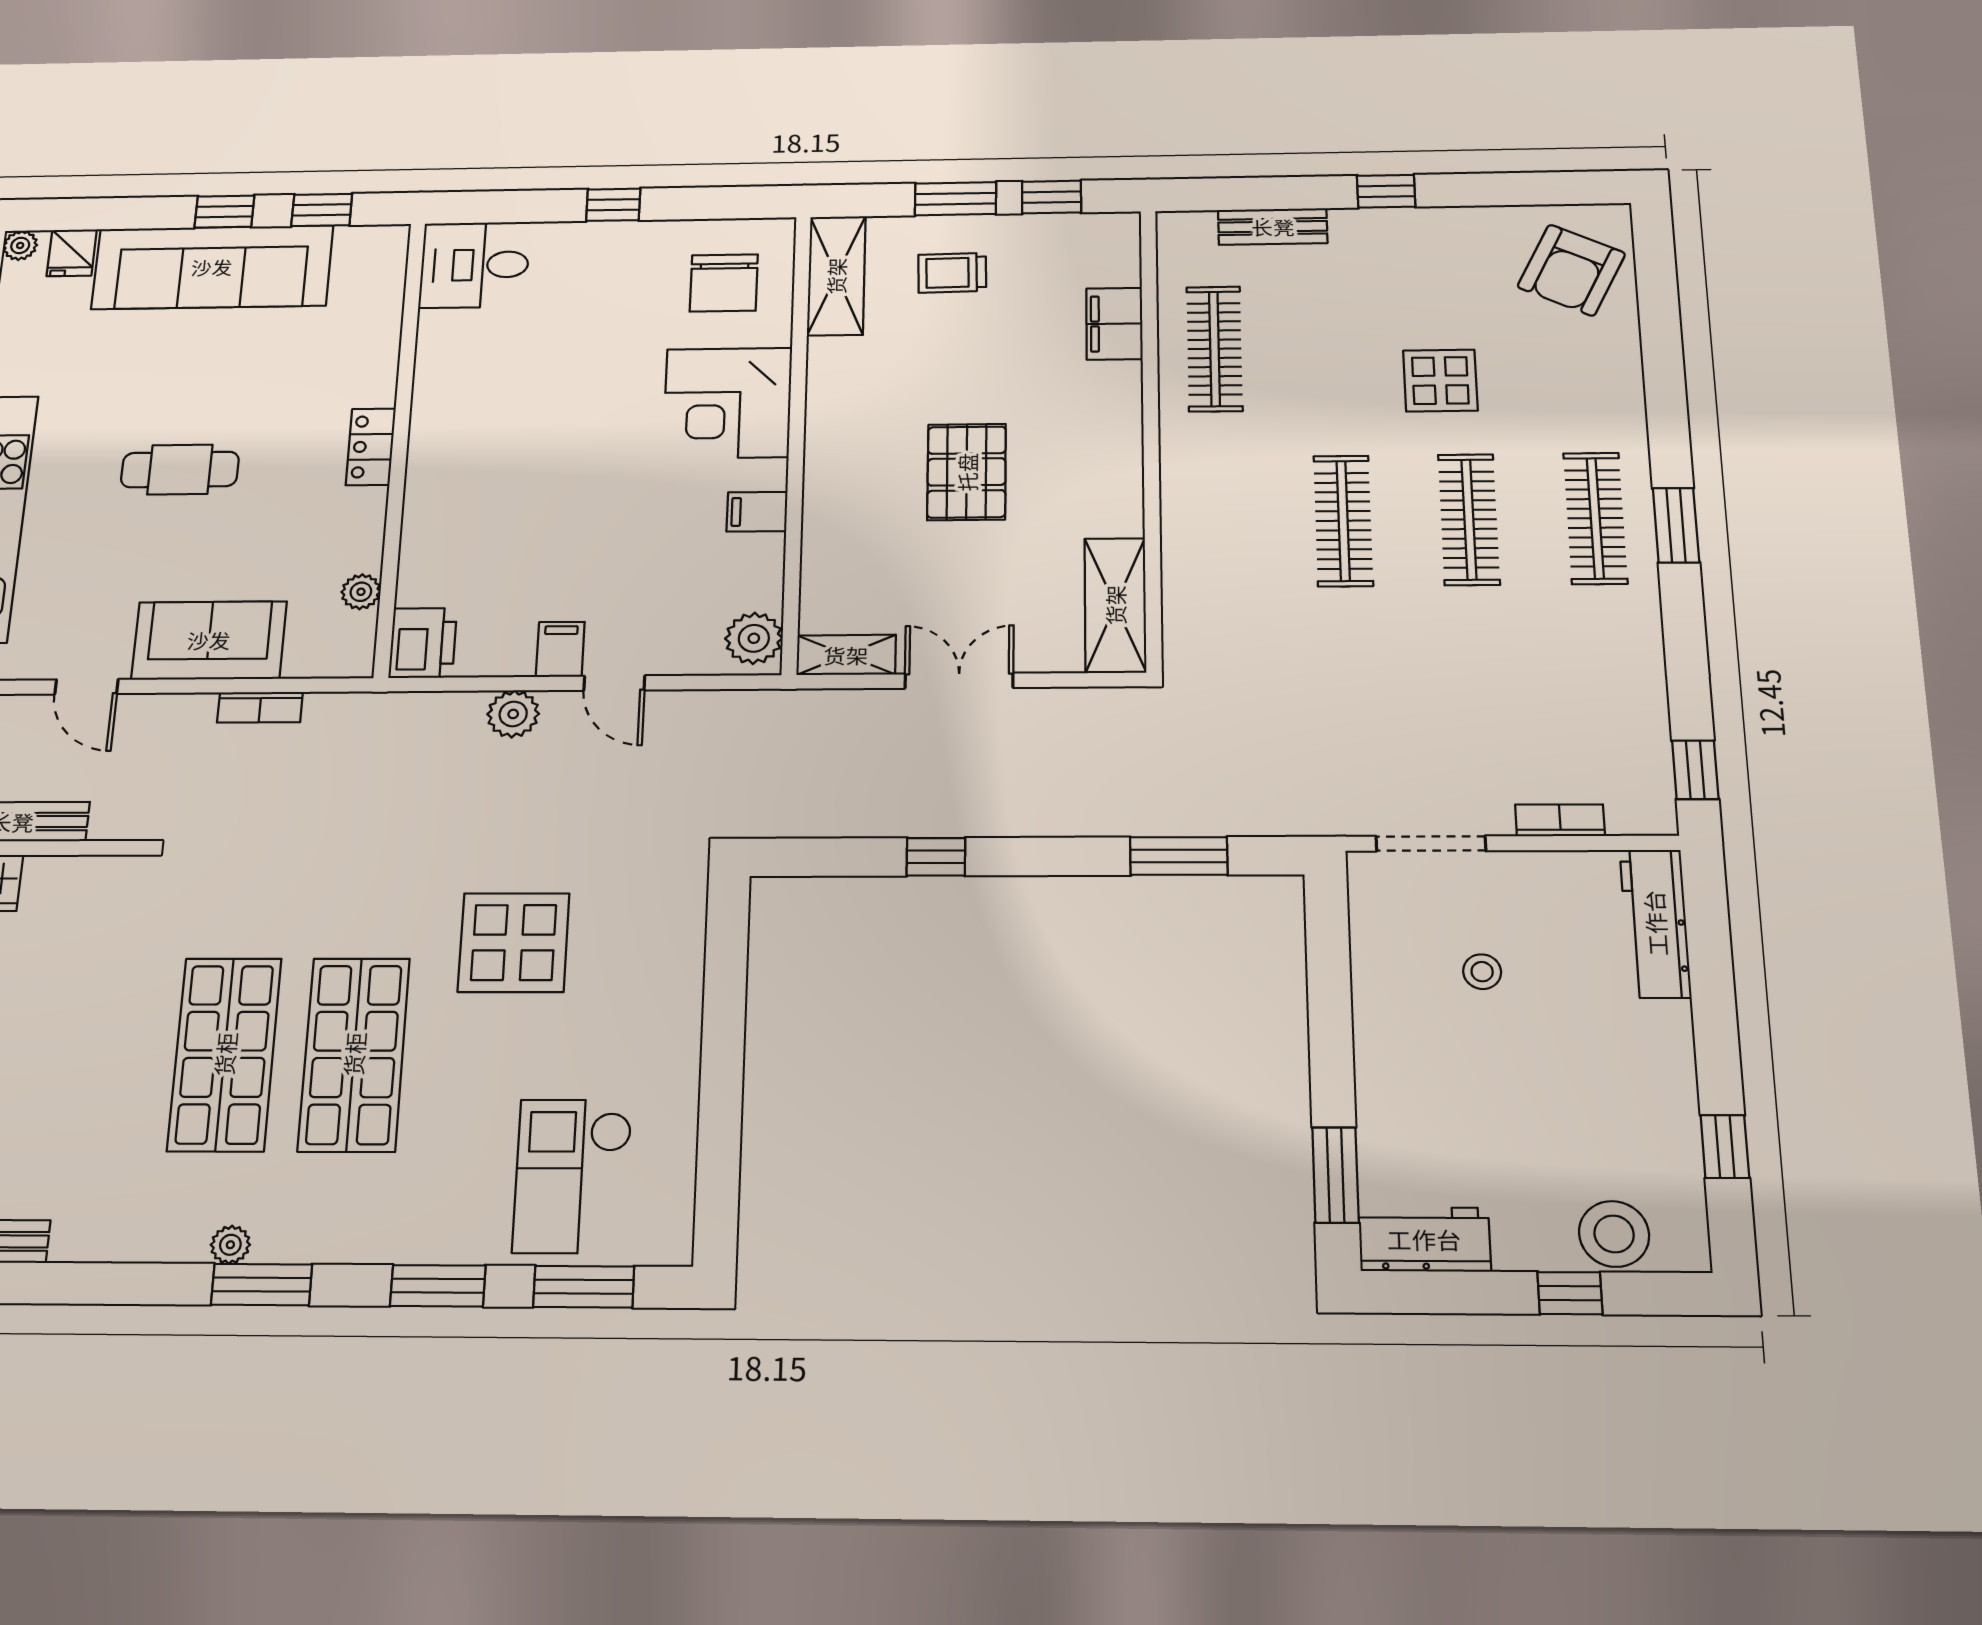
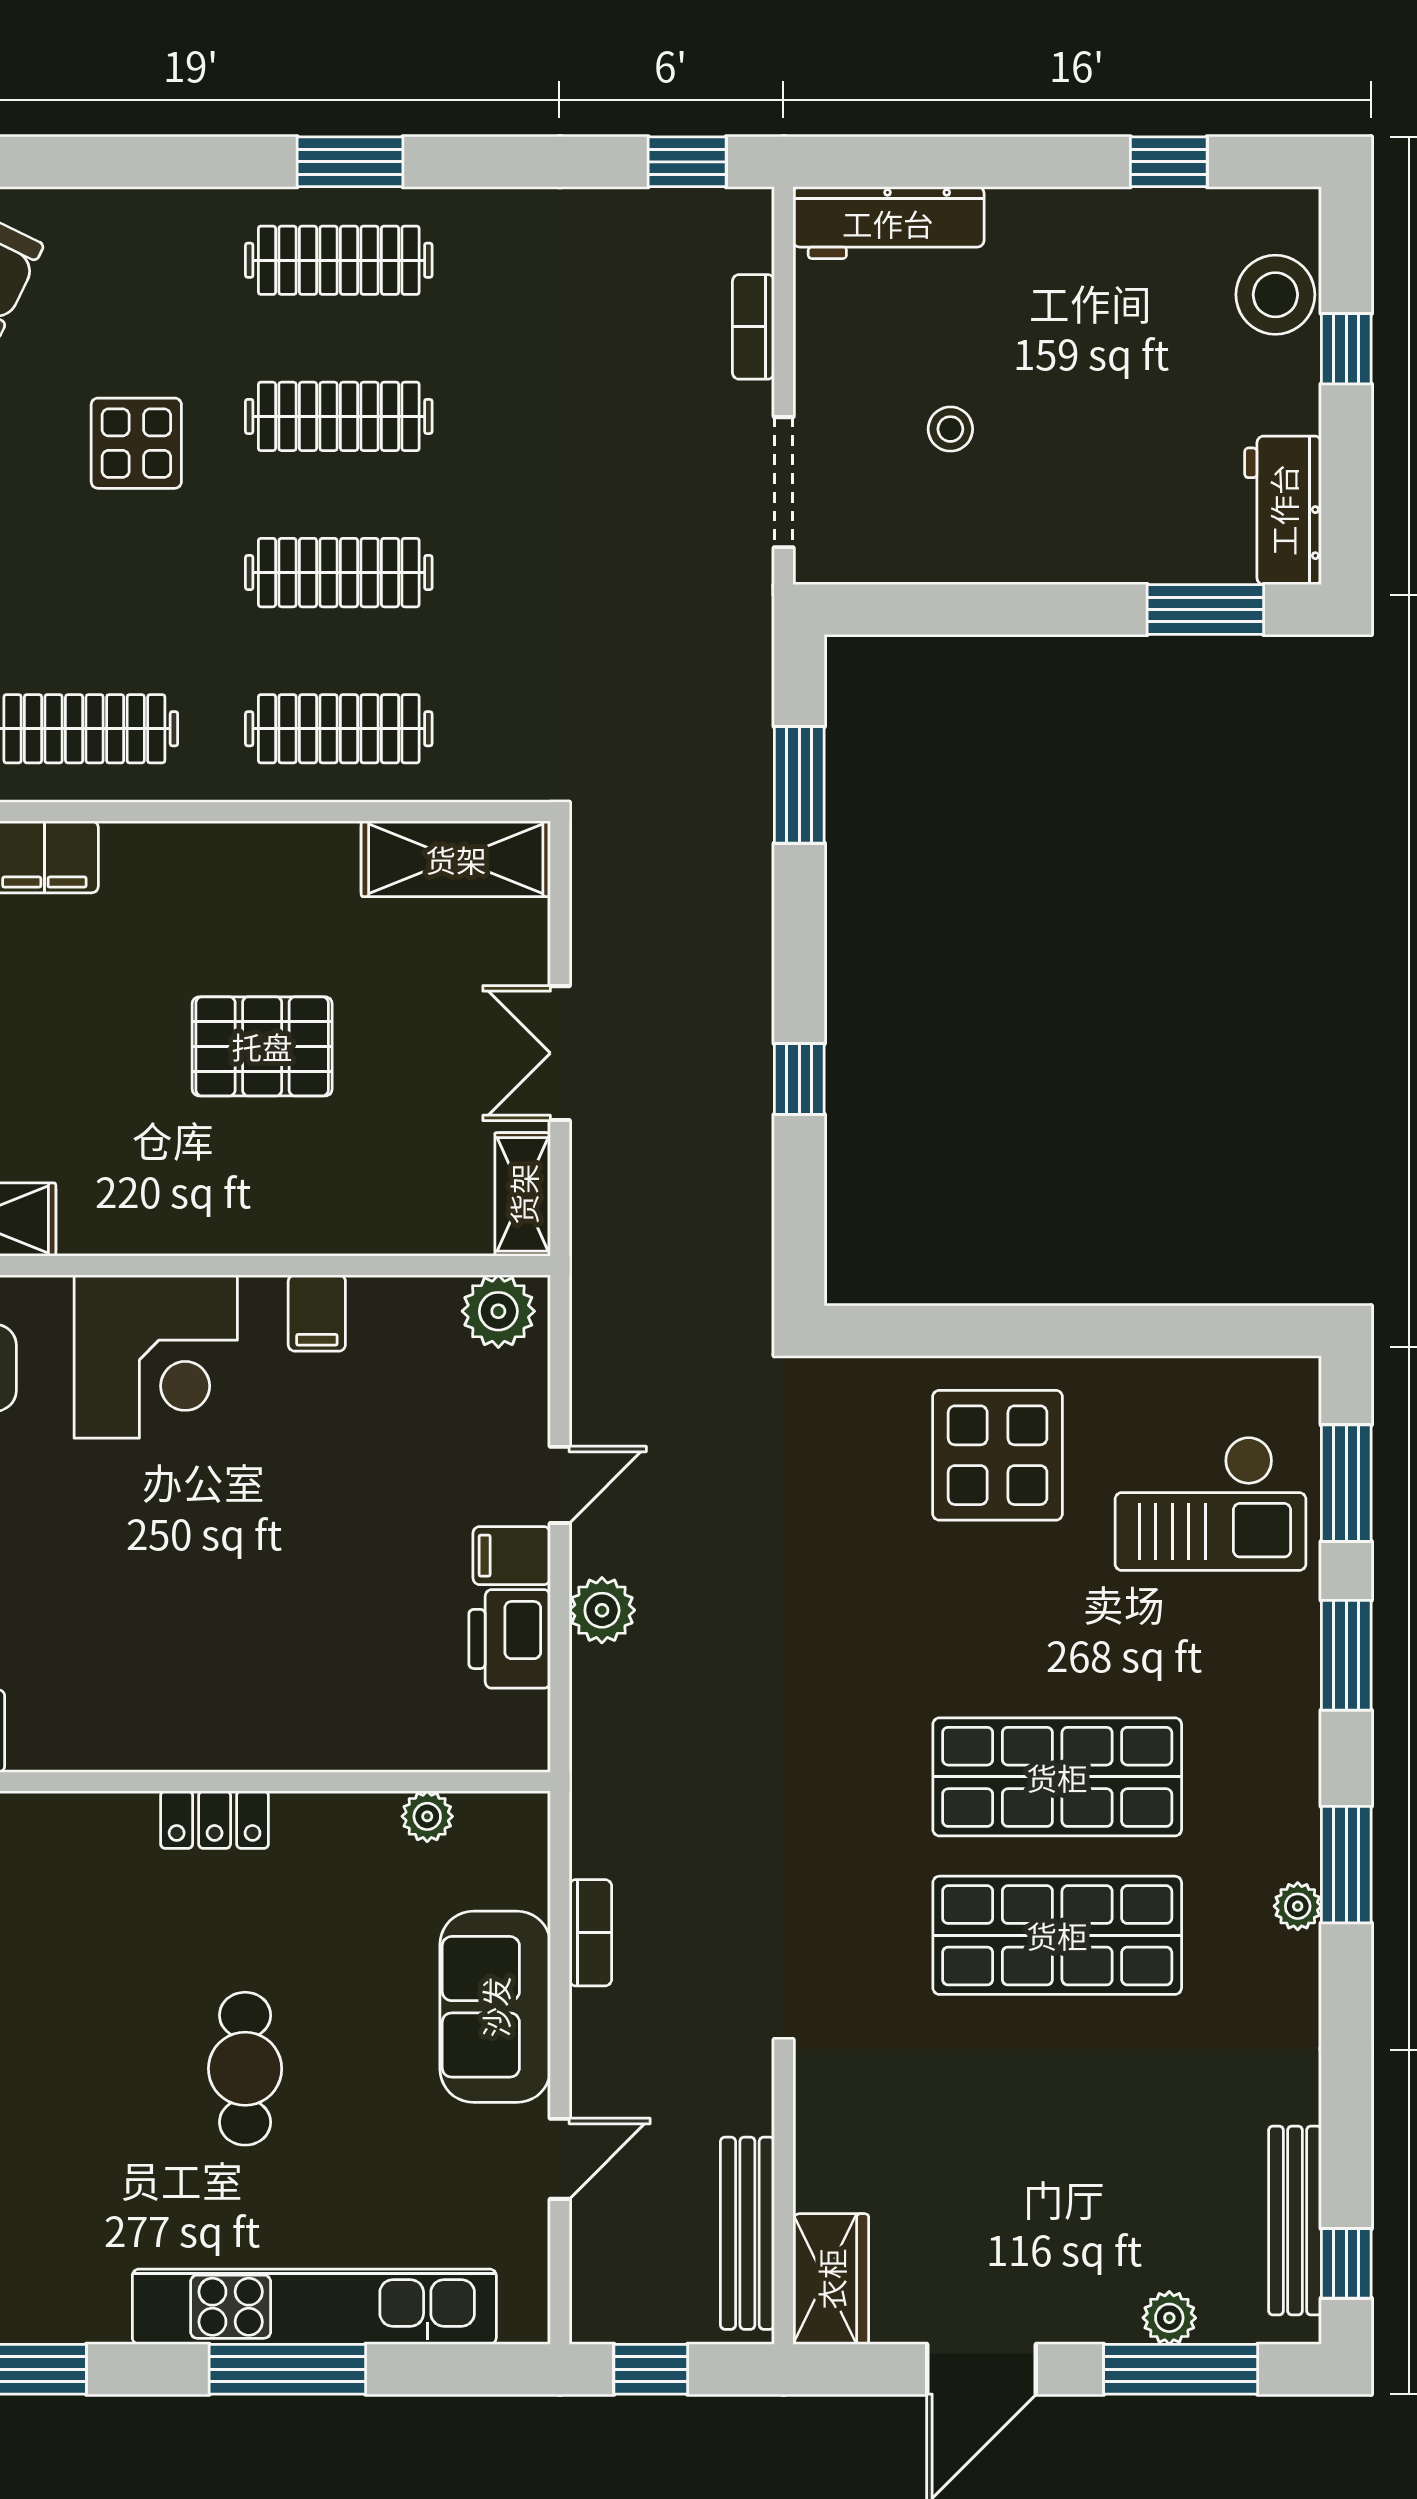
clothes rail: (1218, 522) -> (339, 729), added
printer: (423, 643) -> (510, 1639), moved, turned -90
display table: (514, 942) -> (998, 1455), moved

